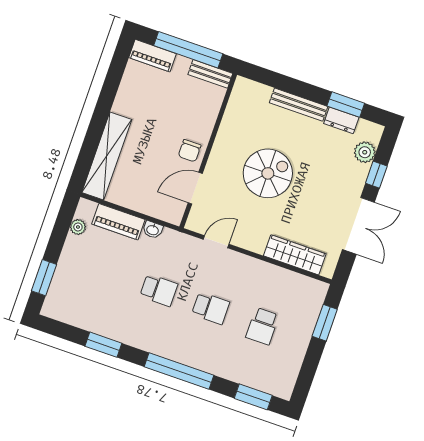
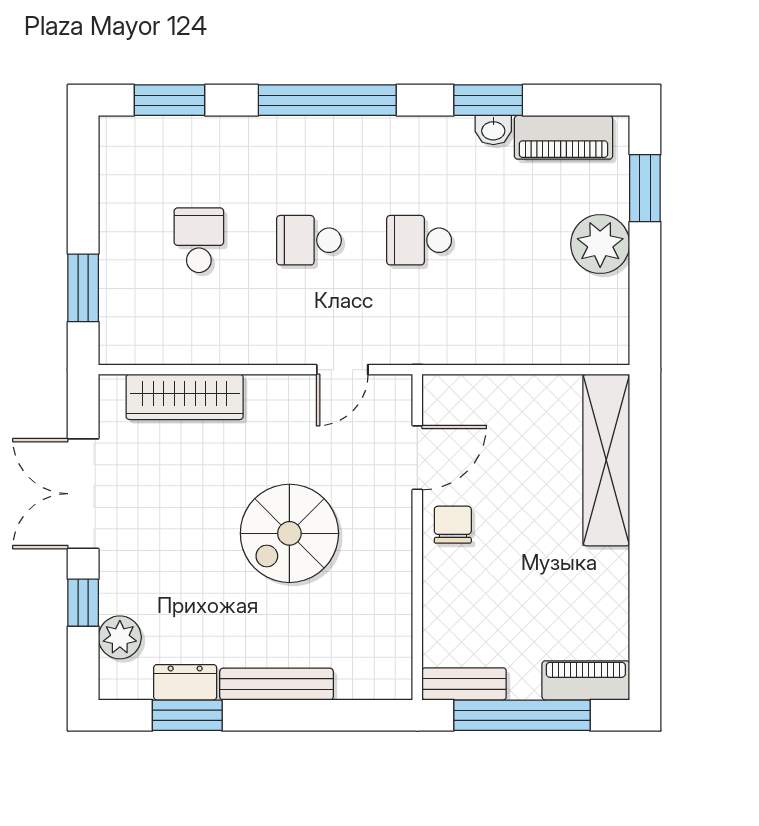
piano: (118, 222) -> (563, 137), moved, turned 180
plant: (78, 227) -> (600, 244), moved, width x1.87, depth x1.87
washbasin: (153, 230) -> (493, 130), moved, turned 180

